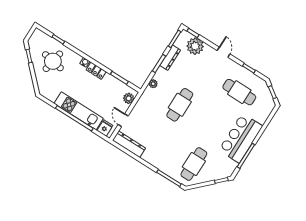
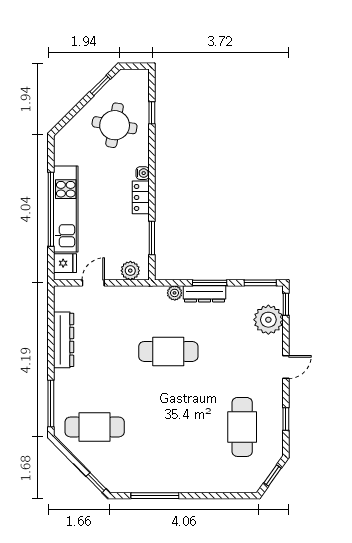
dresser: (170, 58) -> (204, 294), moved
bar counter: (241, 138) -> (176, 472), removed
dresser: (129, 144) -> (64, 340), moved

